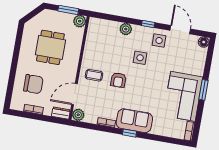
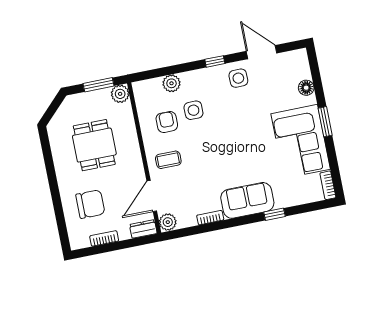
plant: (126, 29) -> (171, 83), moved
floor lamp: (204, 42) -> (306, 88), moved
side table: (140, 58) -> (193, 110), moved
armchair: (118, 80) -> (167, 122), moved, turned 180
window: (130, 133) -> (275, 214), moved

